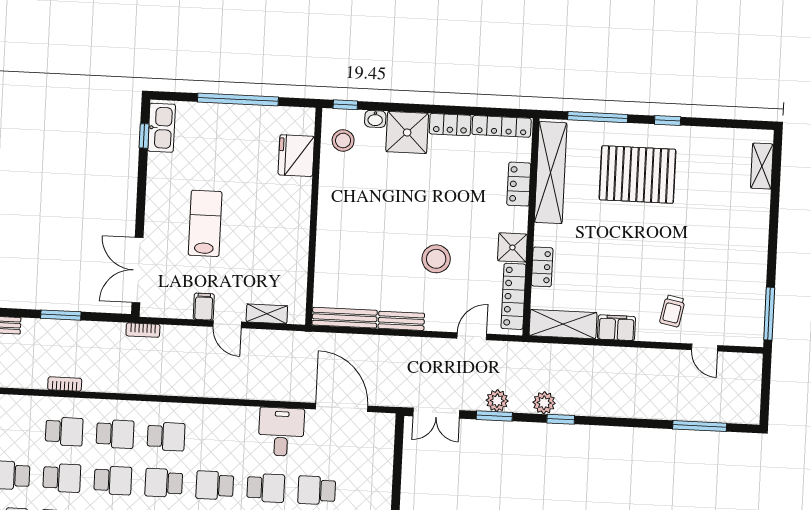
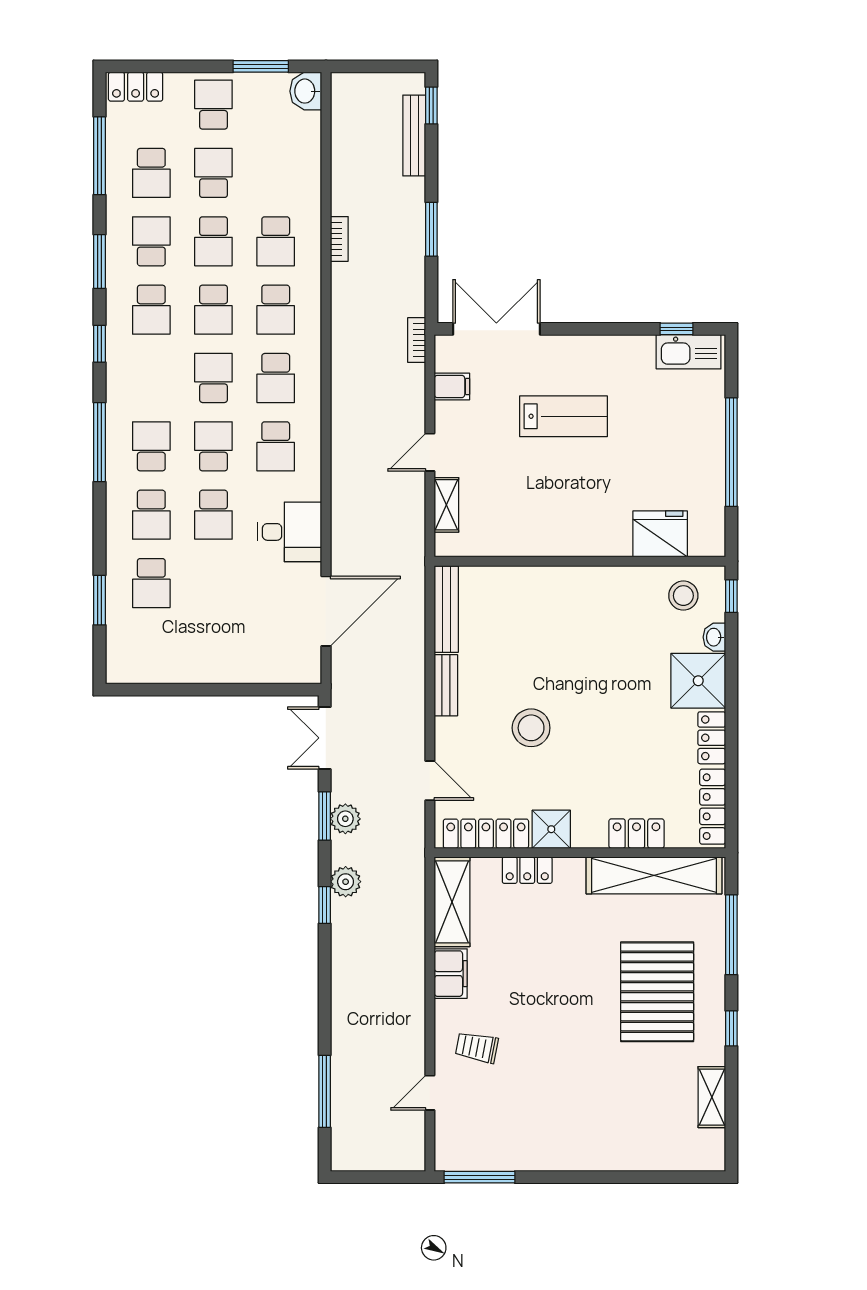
shelving: (762, 166) -> (712, 1097), moved, turned 90
filing cabinet: (204, 307) -> (452, 386), moved
school desk: (317, 490) -> (276, 446), moved, turned 180

